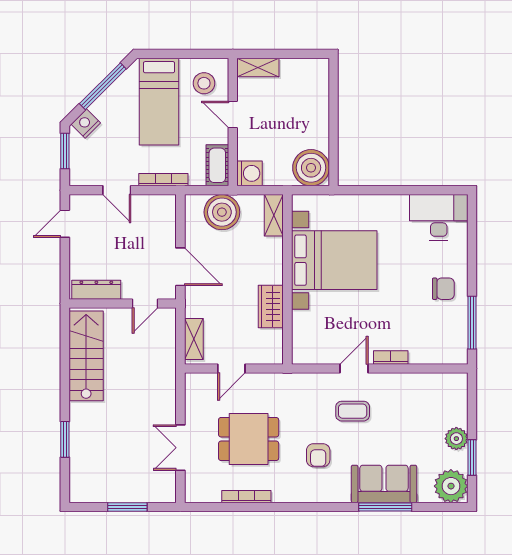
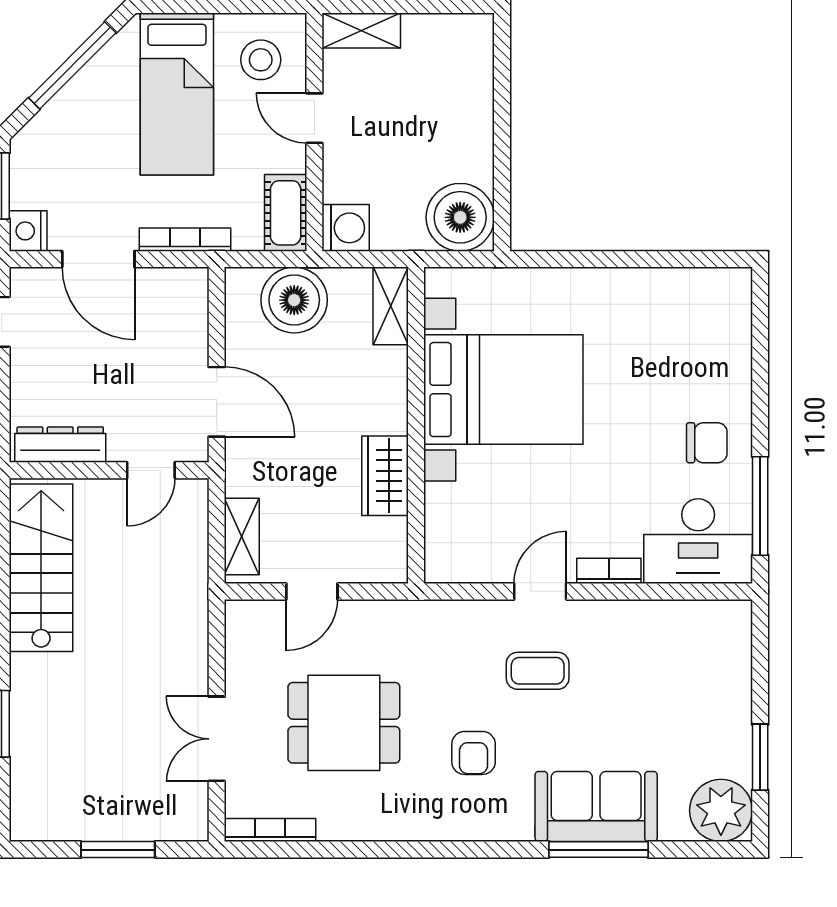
nightstand: (86, 124) -> (28, 231), moved, turned -45
door: (117, 190) -> (98, 259), width x1.38
desk: (439, 217) -> (698, 541), moved, turned 180
plant: (456, 439) -> (731, 722), removed
bookcase: (246, 497) -> (270, 830), moved

